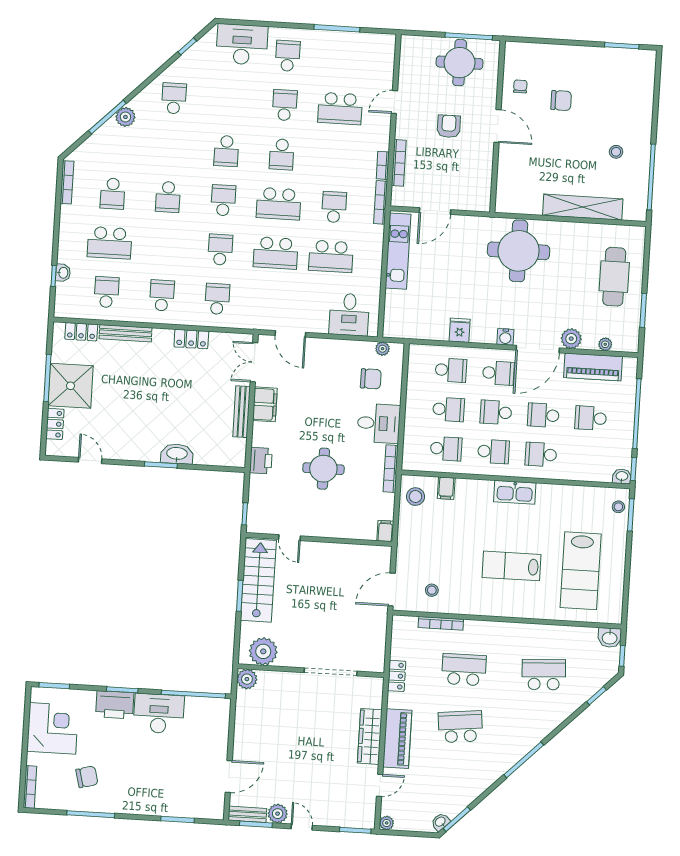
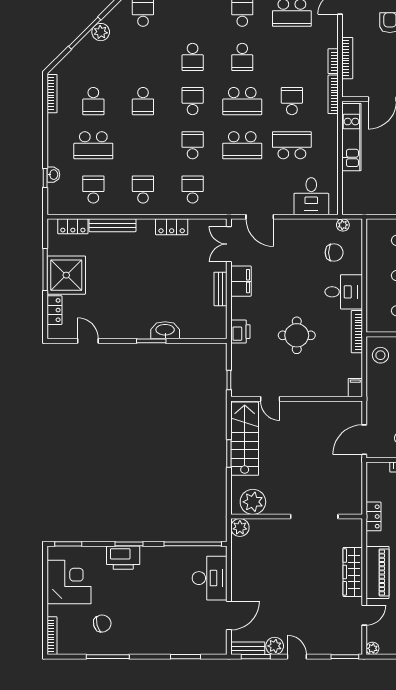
school desk: (331, 256) -> (292, 145), turned 180
bench: (242, 412) -> (220, 289), width x0.73
desk: (159, 714) -> (210, 578), moved, turned 90

